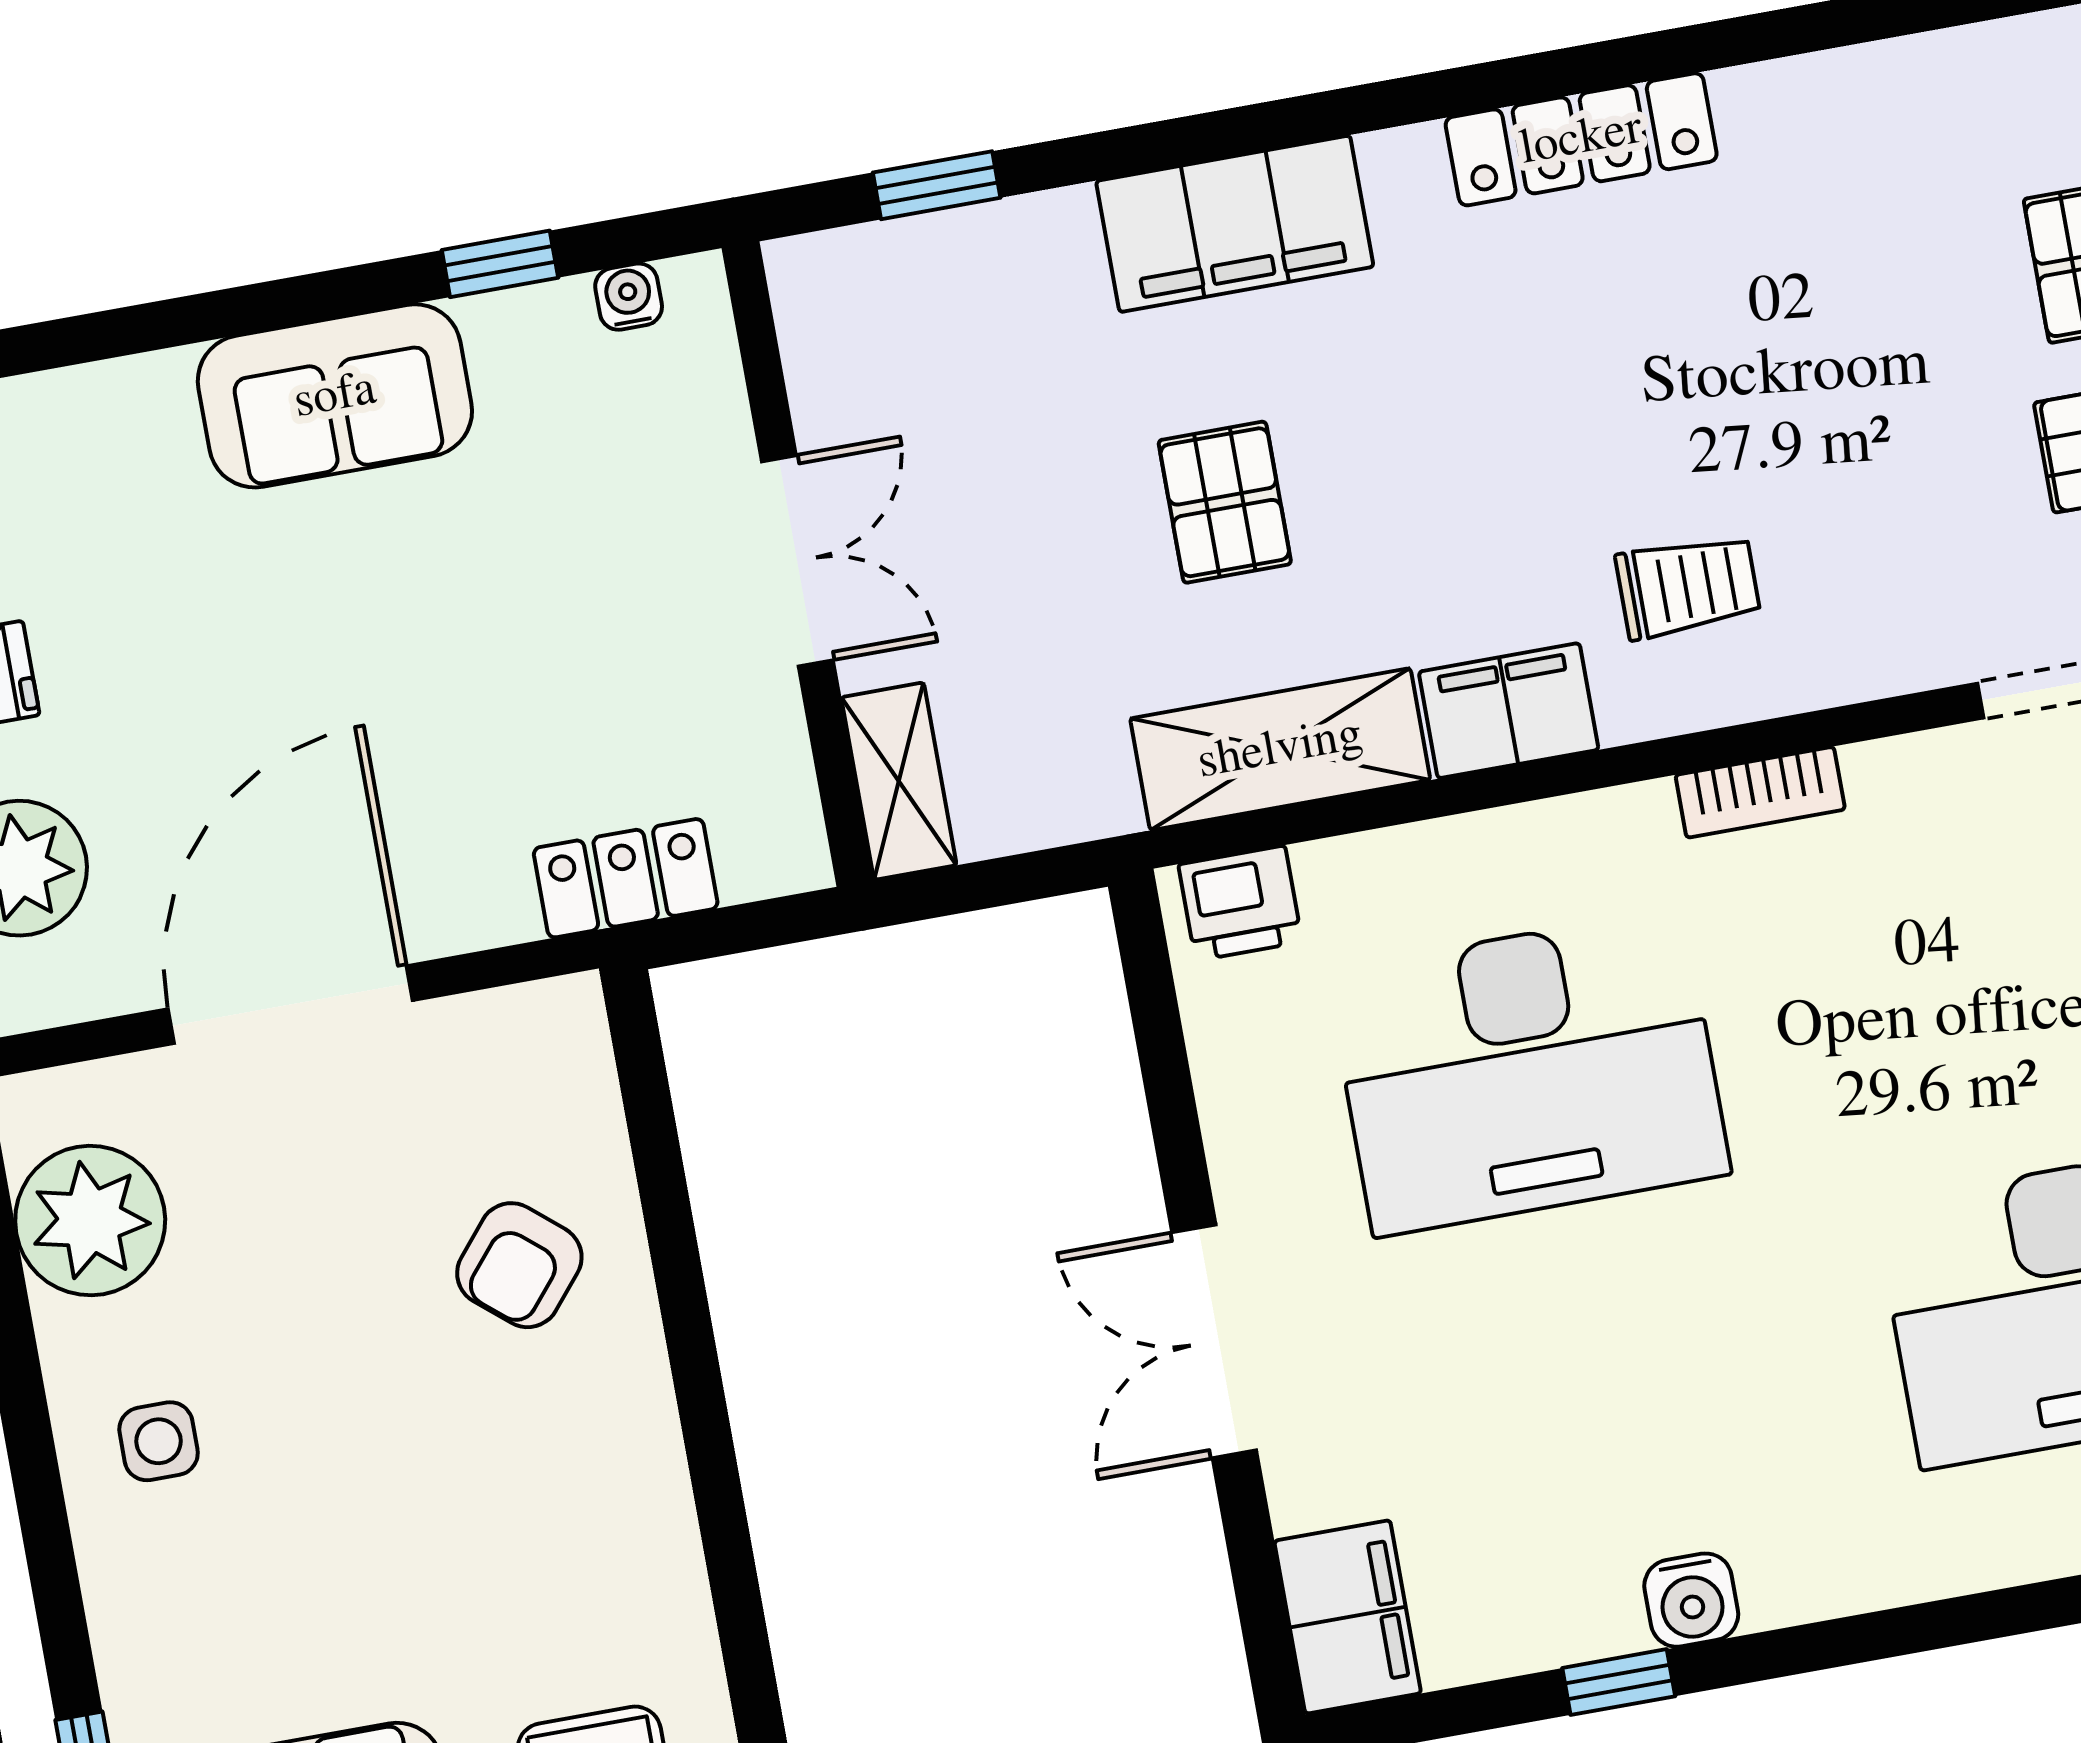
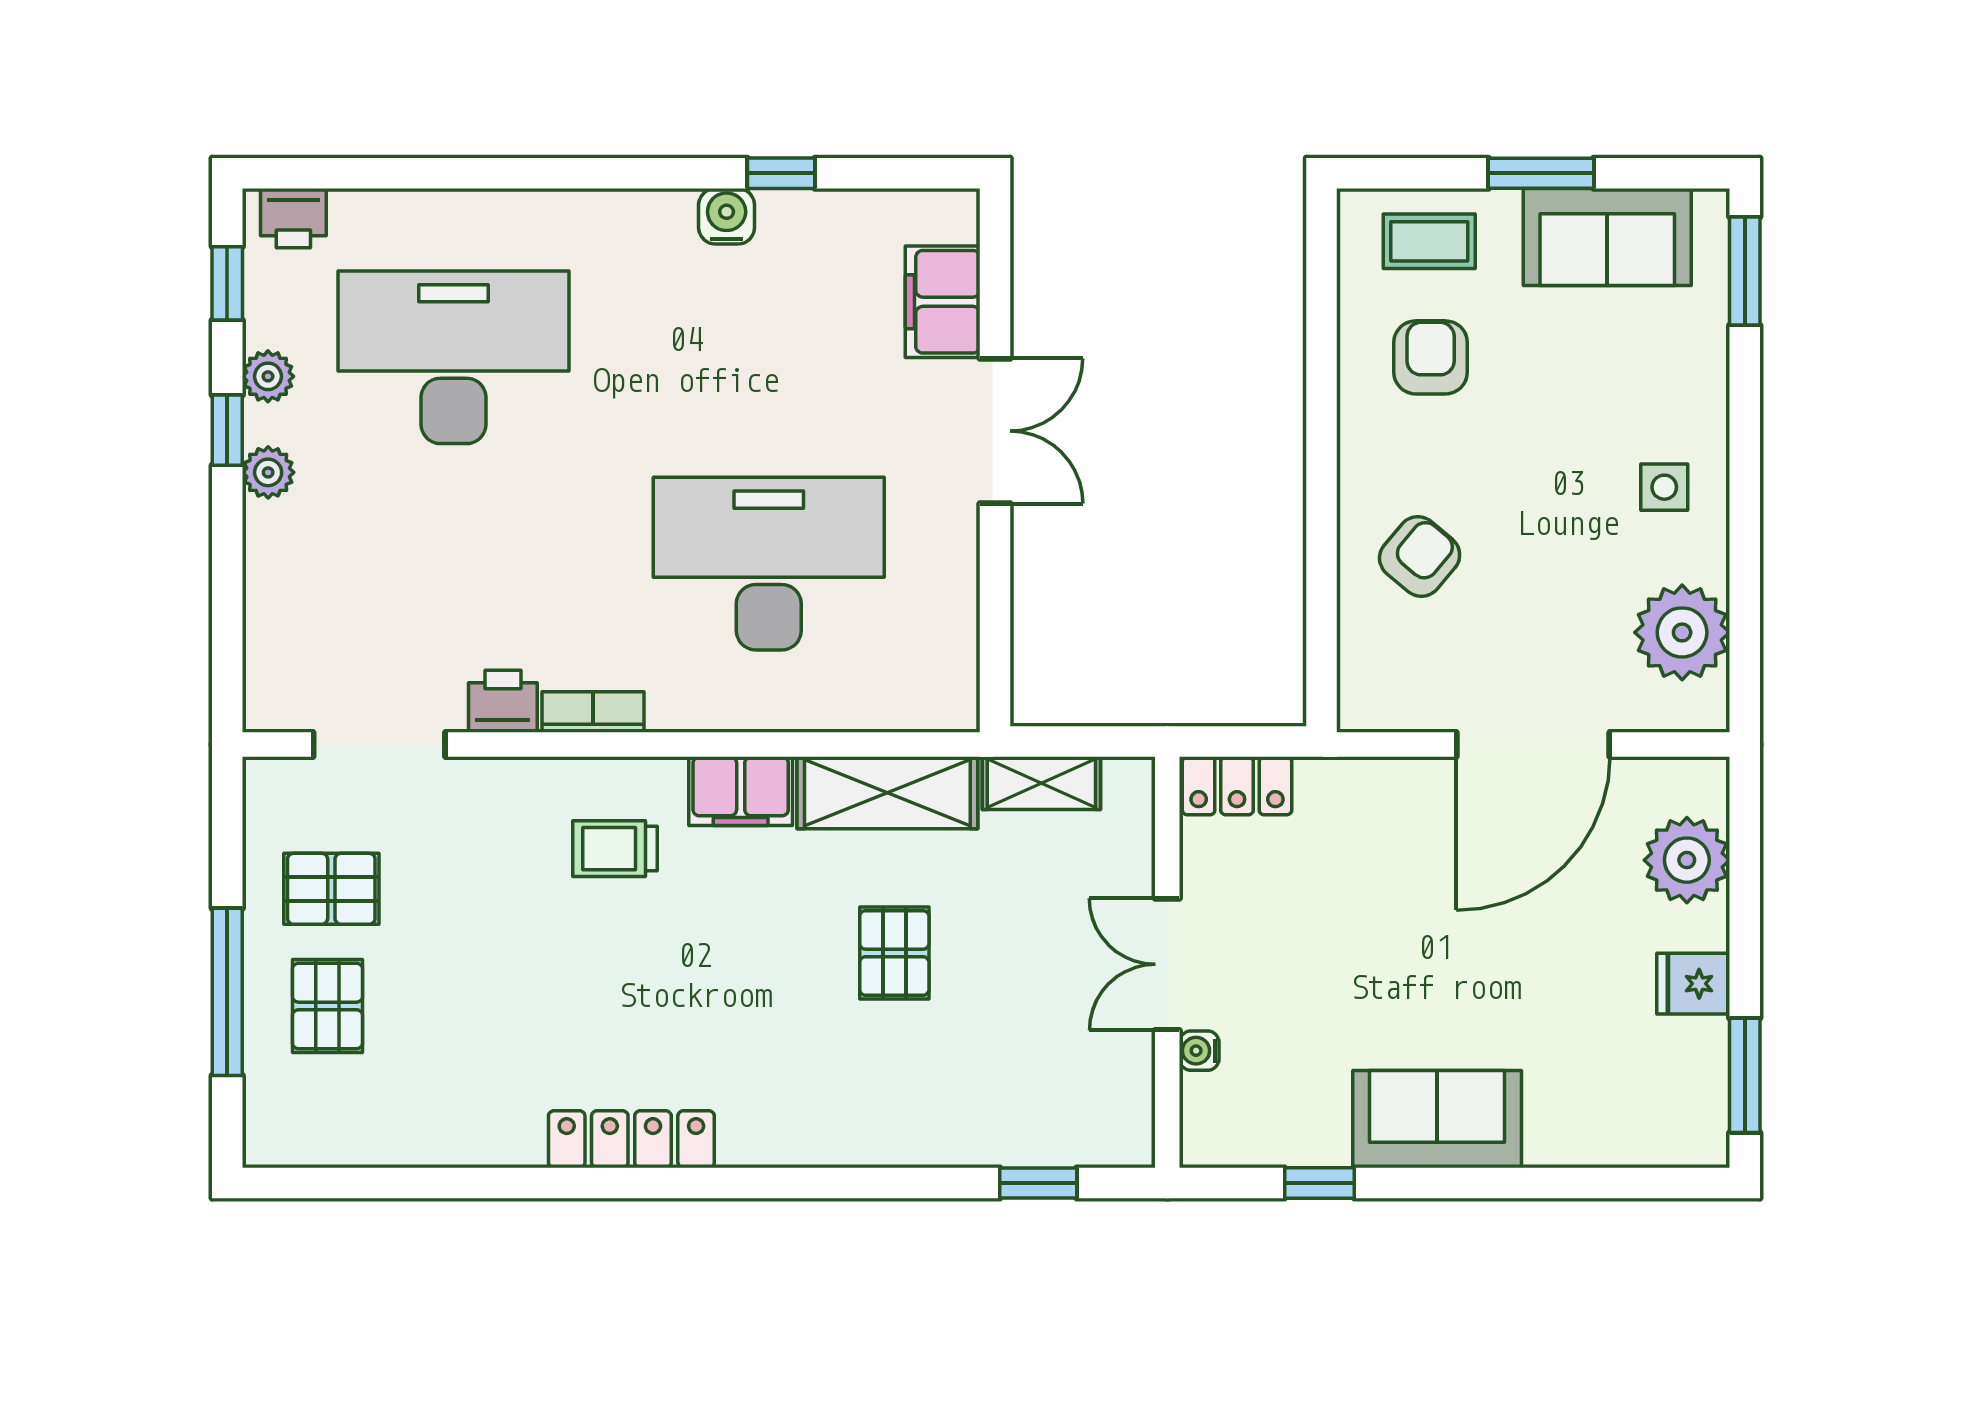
filing cabinet: (1235, 224) -> (857, 1125), removed
water cooler: (629, 297) -> (1199, 1051), moved, turned 90
shelving: (899, 781) -> (1041, 783), moved, turned 90
locker: (626, 878) -> (1237, 786), moved
printer: (1240, 903) -> (503, 701), moved
armchair: (558, 1578) -> (1431, 357), added
filing cabinet: (1348, 1617) -> (943, 302), moved

